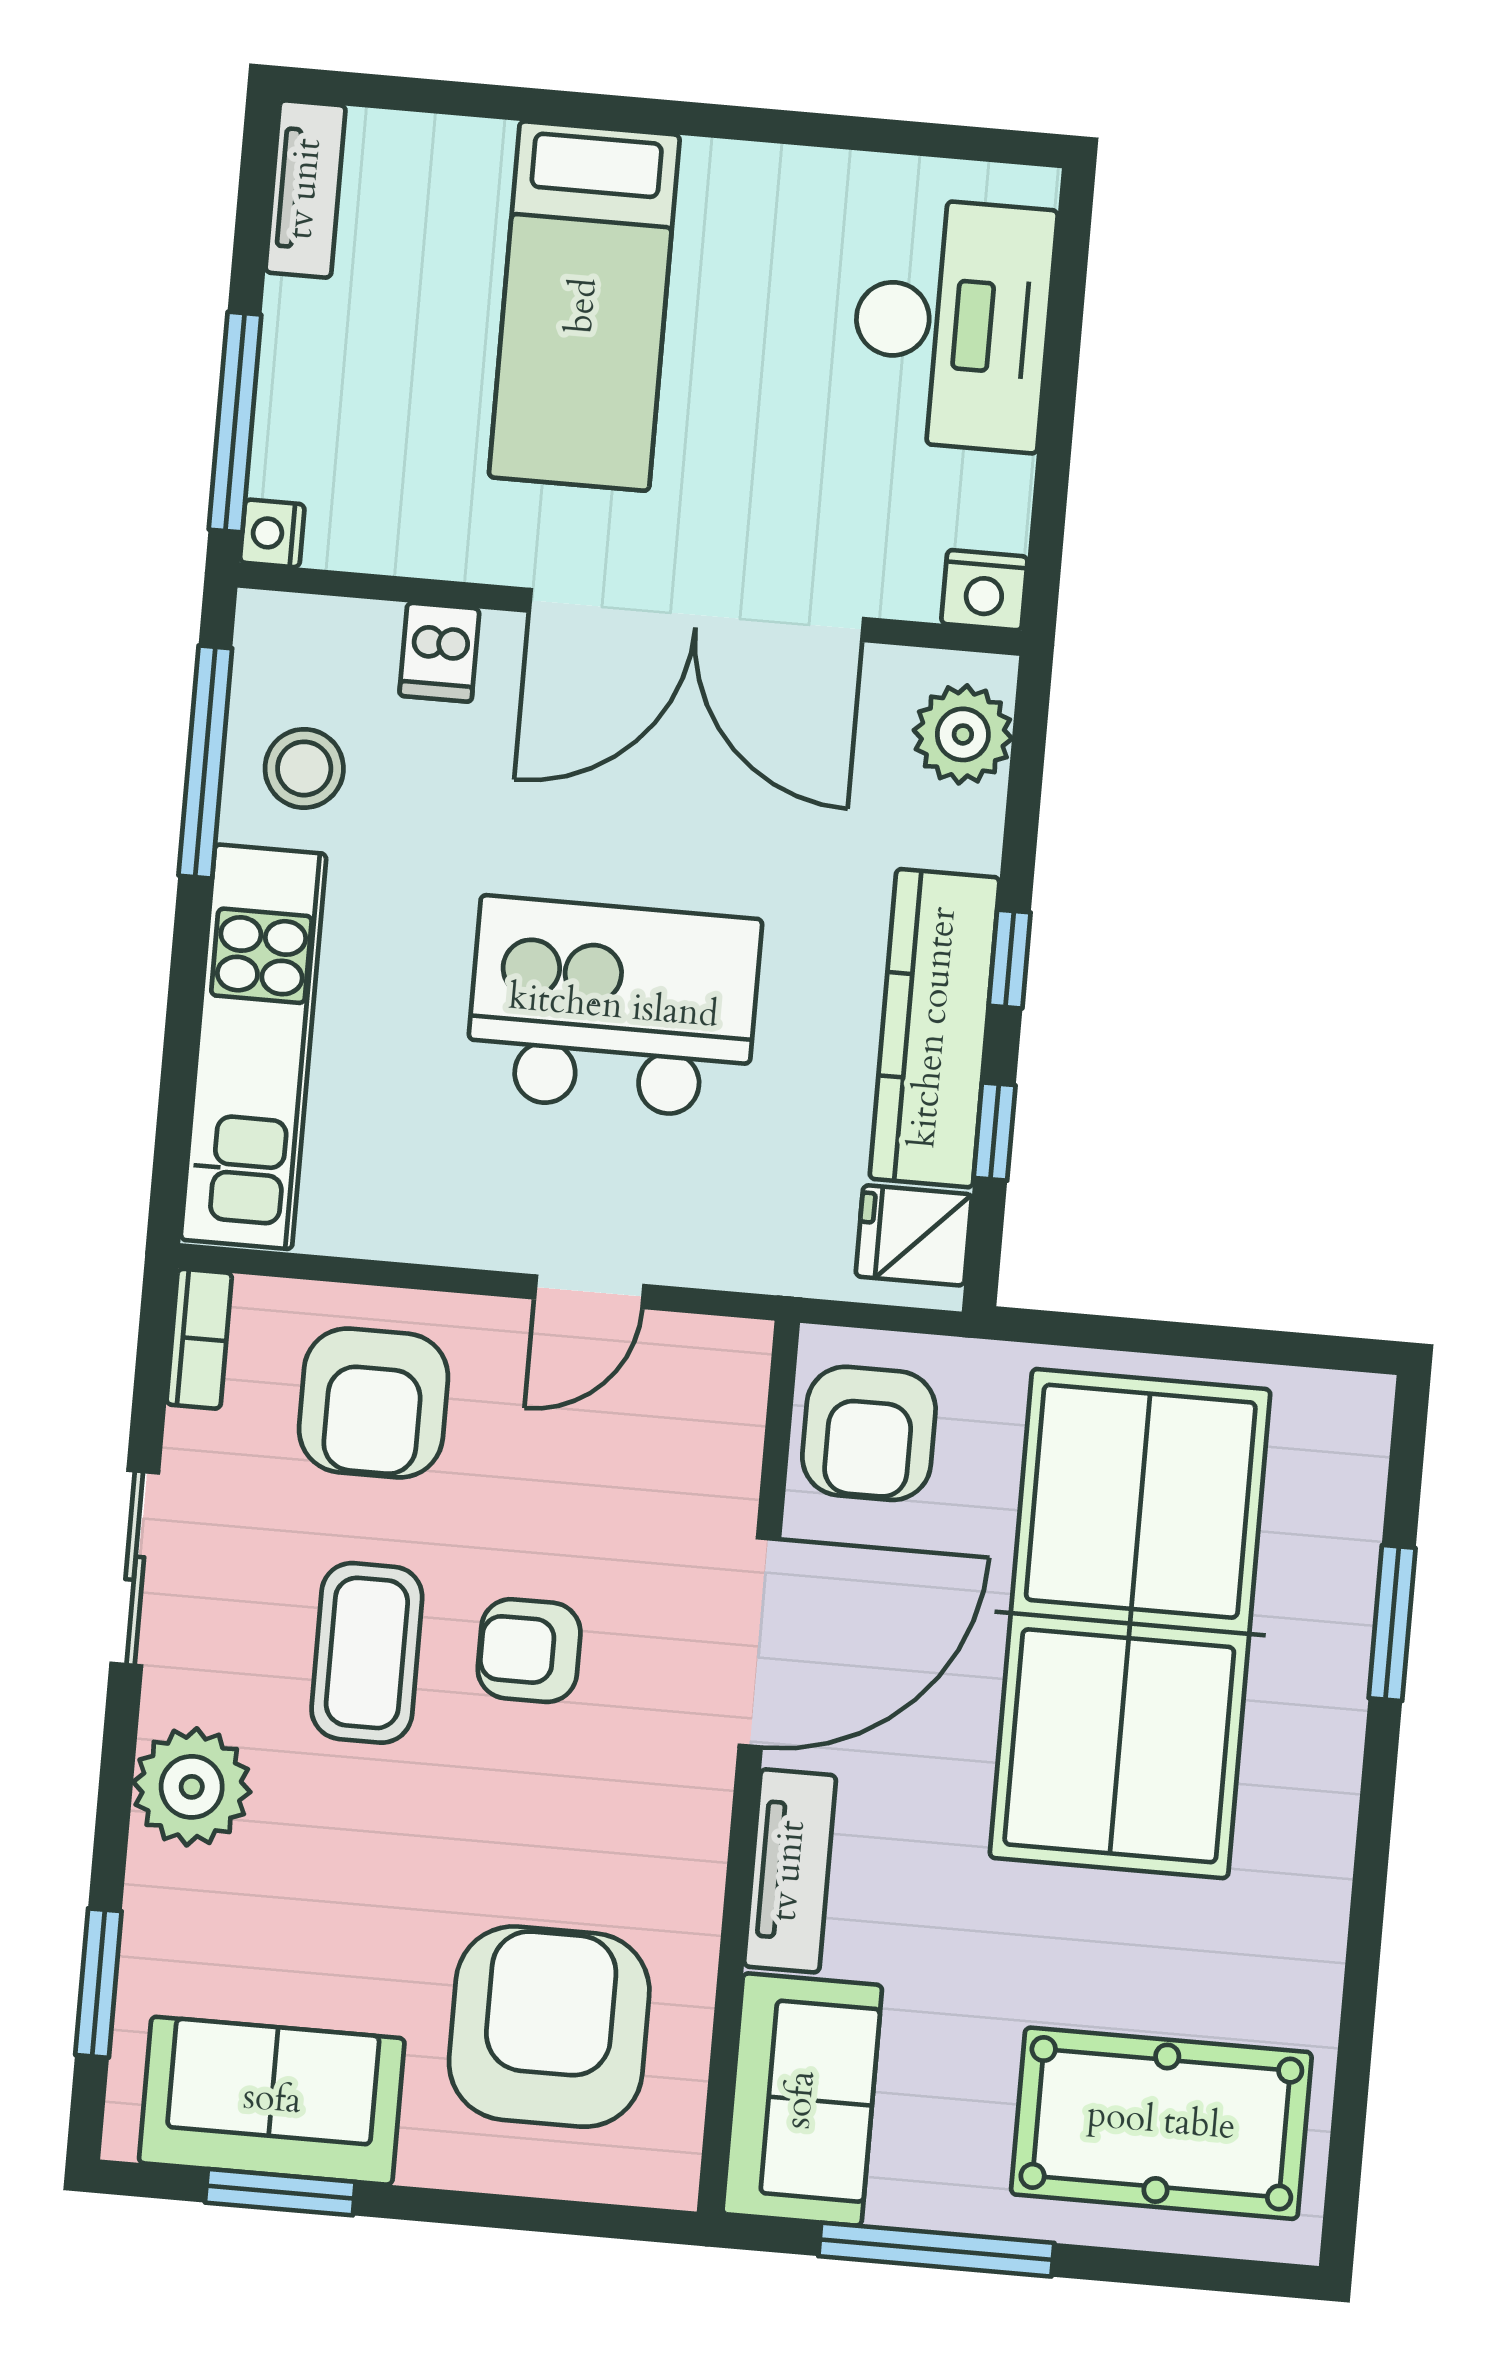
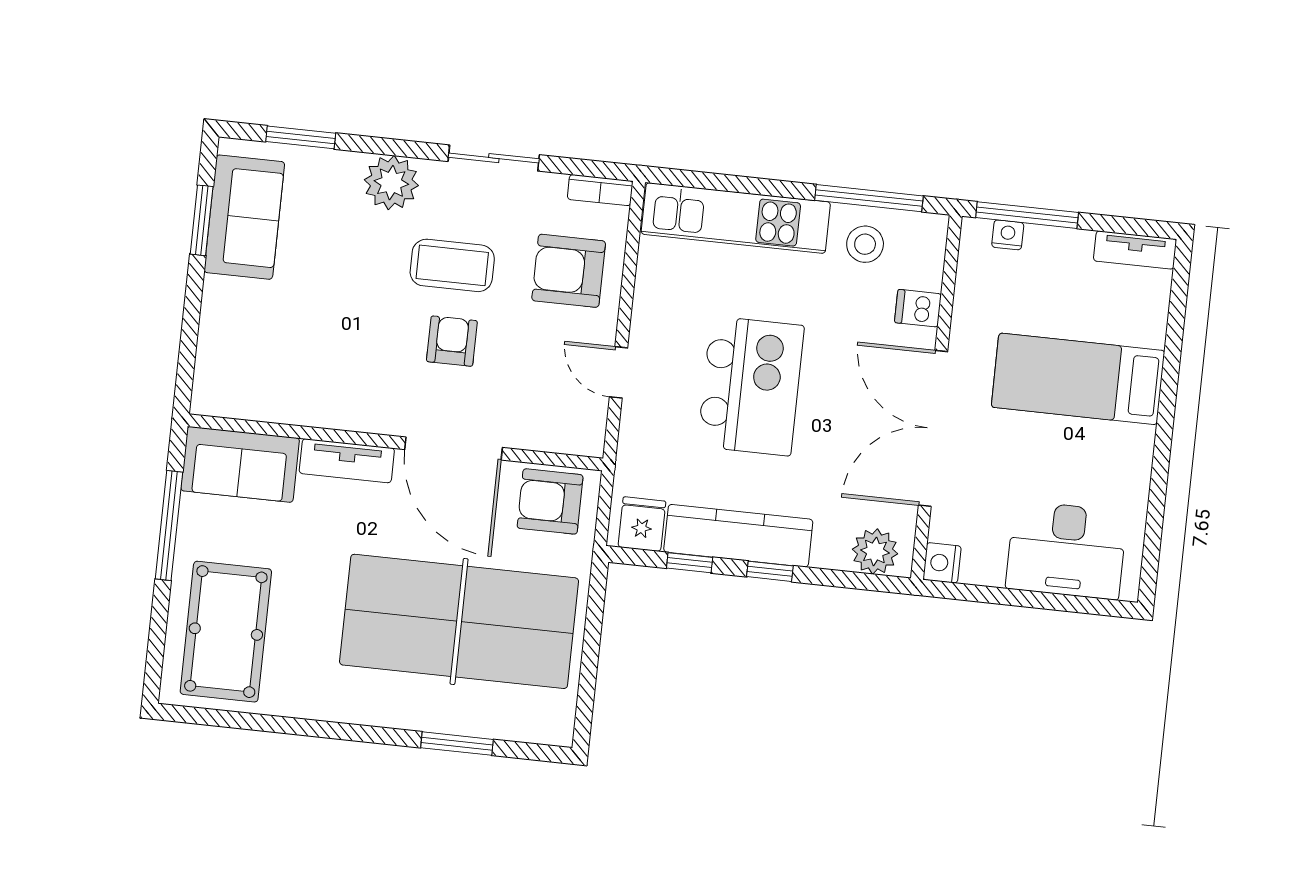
nightstand: (272, 533) -> (1008, 235), moved
armchair: (549, 2027) -> (276, 347), removed

